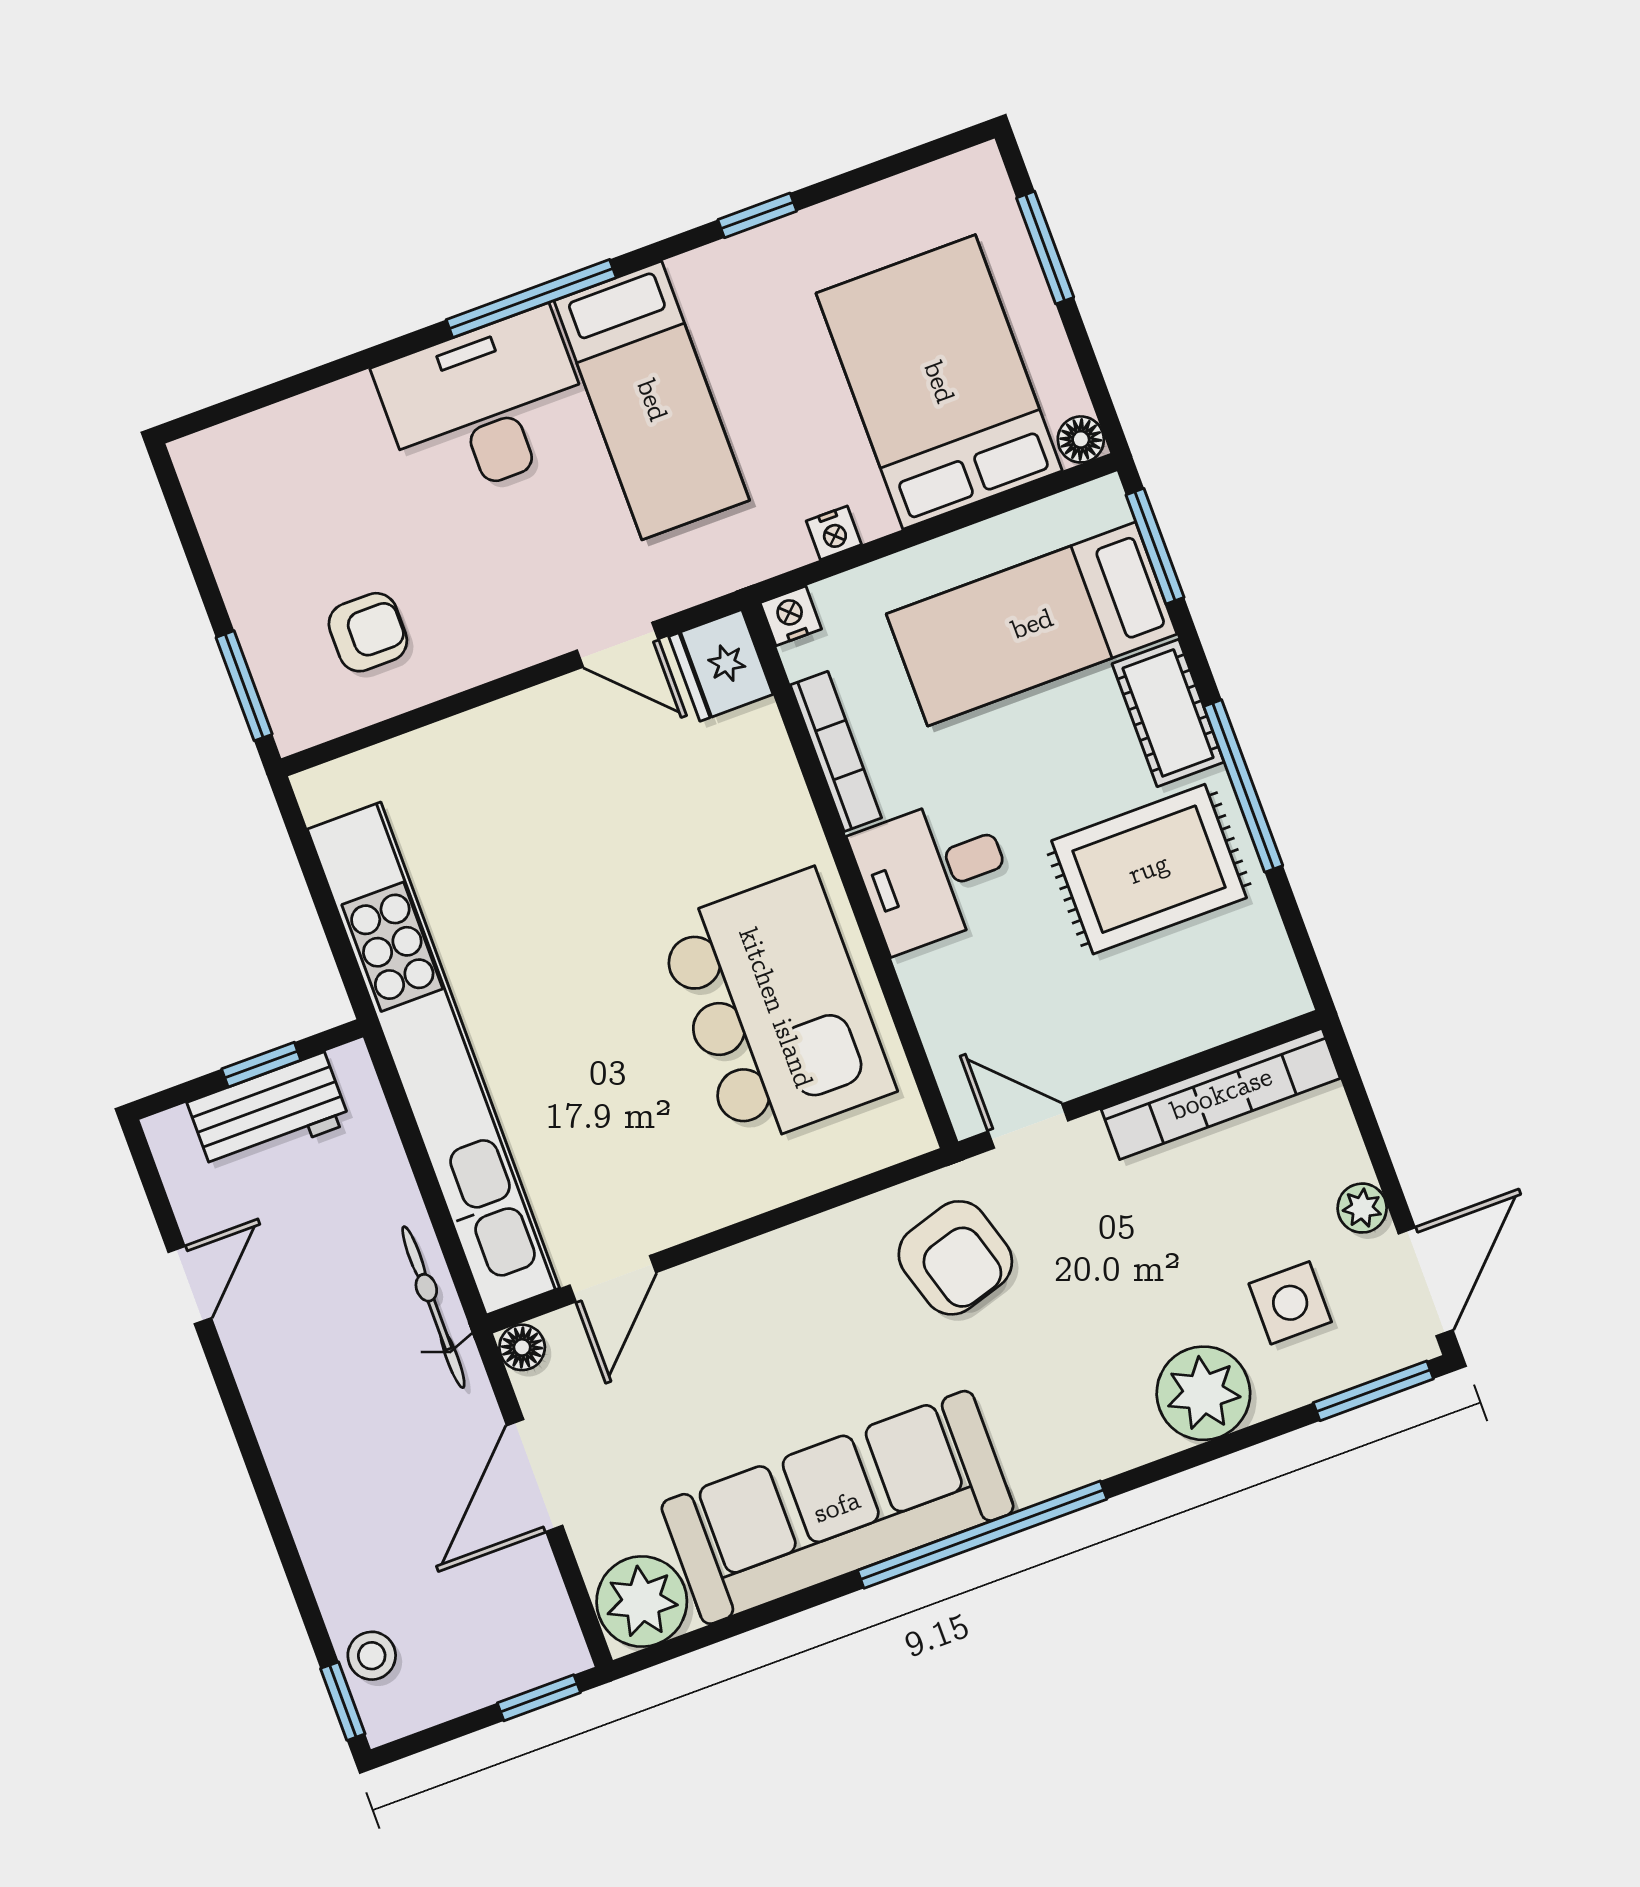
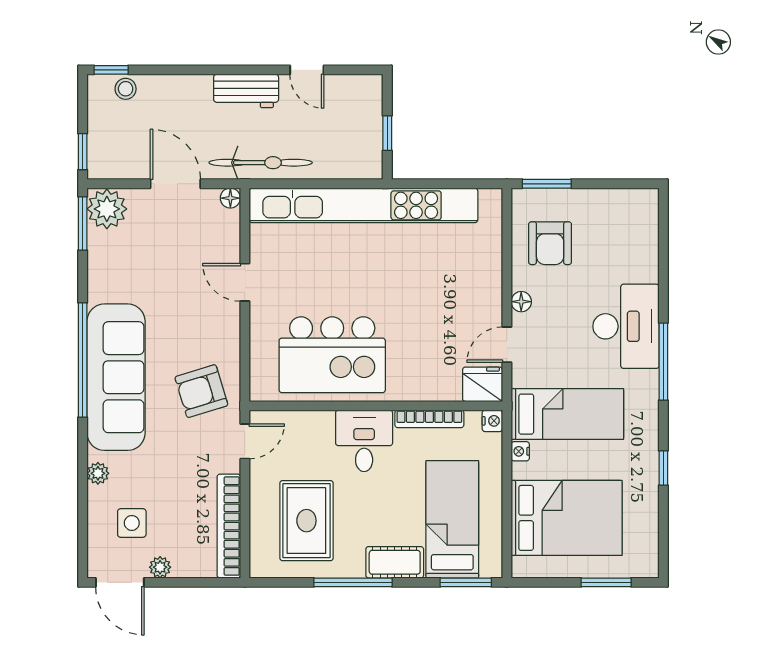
bed: (652, 400) -> (567, 414), moved, turned 180
floor lamp: (1081, 439) -> (521, 302), moved
armchair: (368, 632) -> (550, 243), width x1.38, depth x1.38
rug: (1149, 869) -> (306, 521), moved
workbench: (269, 1113) -> (246, 91), moved, turned -90
door: (613, 1279) -> (245, 282), moved
bicycle: (433, 1307) -> (261, 163), width x1.37, depth x1.40
window: (1373, 1391) -> (83, 224), moved
plant: (1203, 1393) -> (98, 473), width x0.53, depth x0.53
sofa: (837, 1507) -> (116, 377), moved

